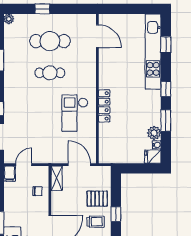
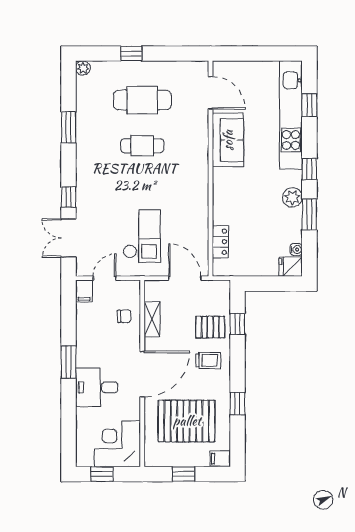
sofa: (109, 69) -> (228, 140), added
locker: (104, 106) -> (220, 242), moved, width x0.66
checkout: (75, 113) -> (142, 236), moved, turned 180
plant: (154, 133) -> (292, 197), moved
shelving: (57, 178) -> (152, 319), moved
window: (116, 214) -> (237, 324), moved

